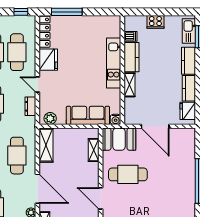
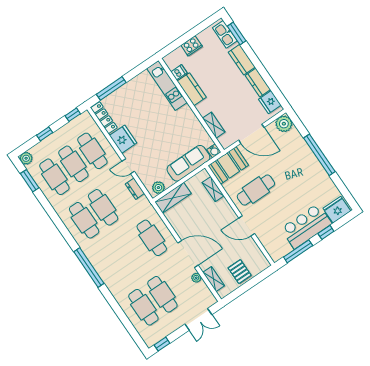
kitchen unit: (114, 63) -> (167, 85), moved
shelving: (130, 85) -> (214, 125), moved
plant: (187, 136) -> (284, 124), added
shelving: (46, 145) -> (173, 198), moved, turned 90

